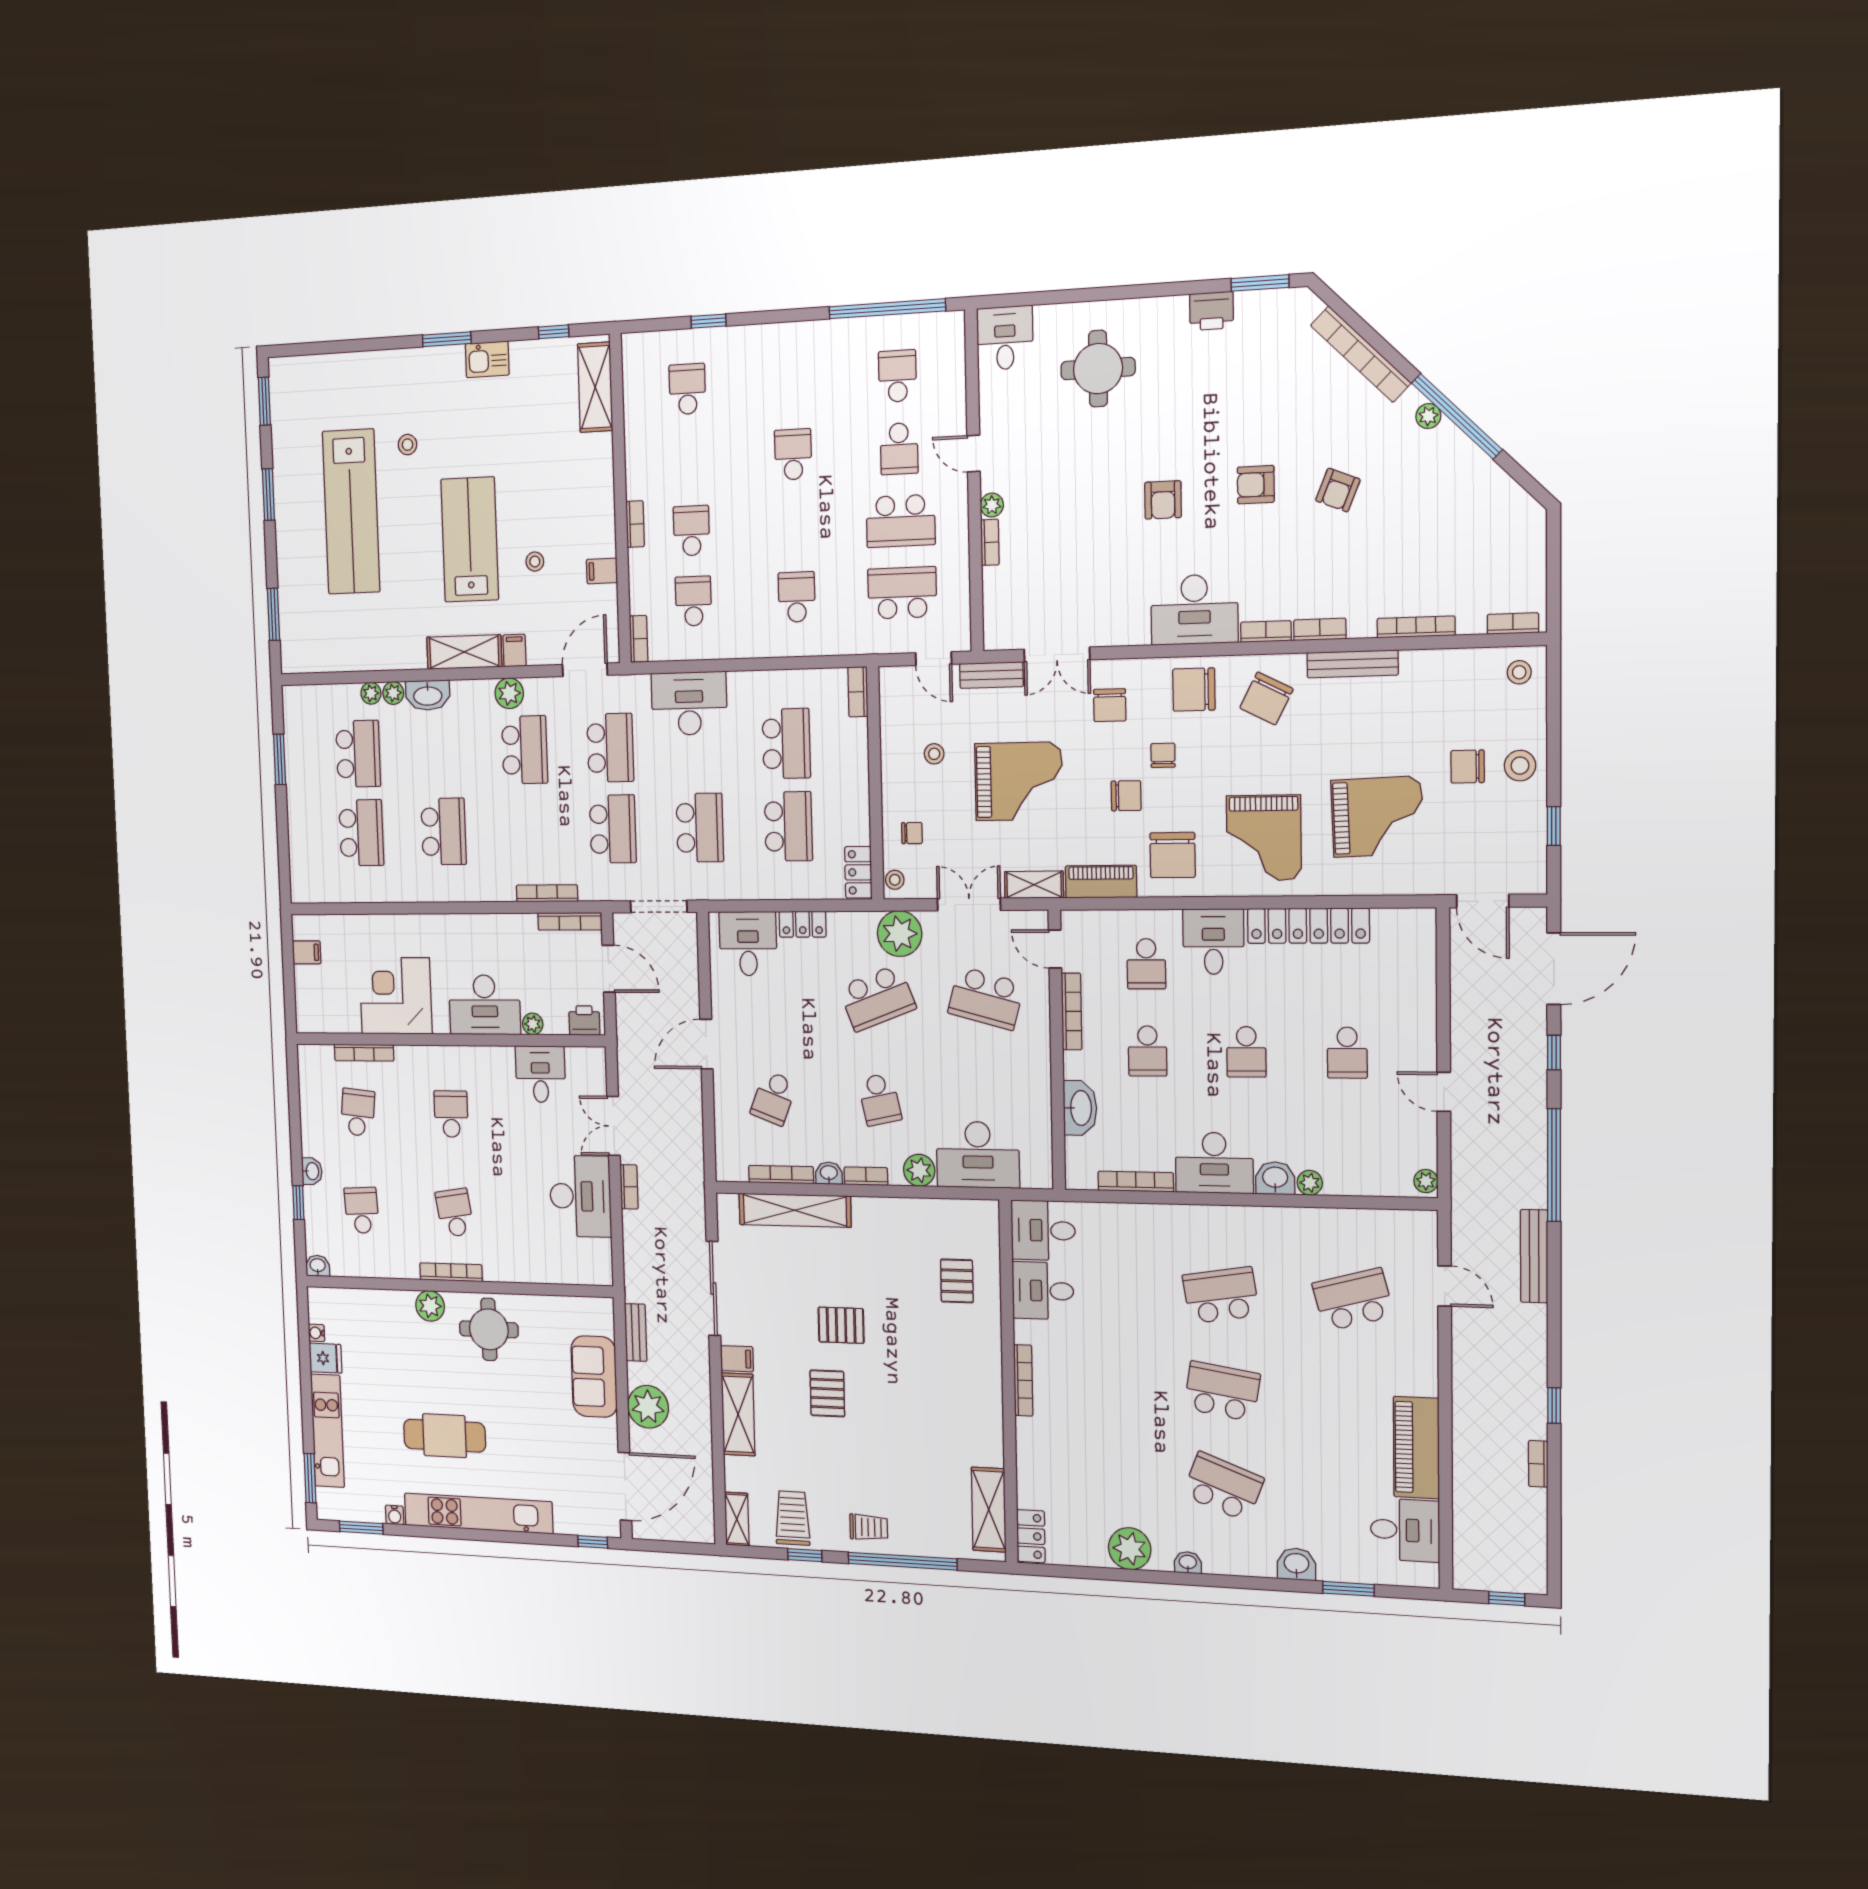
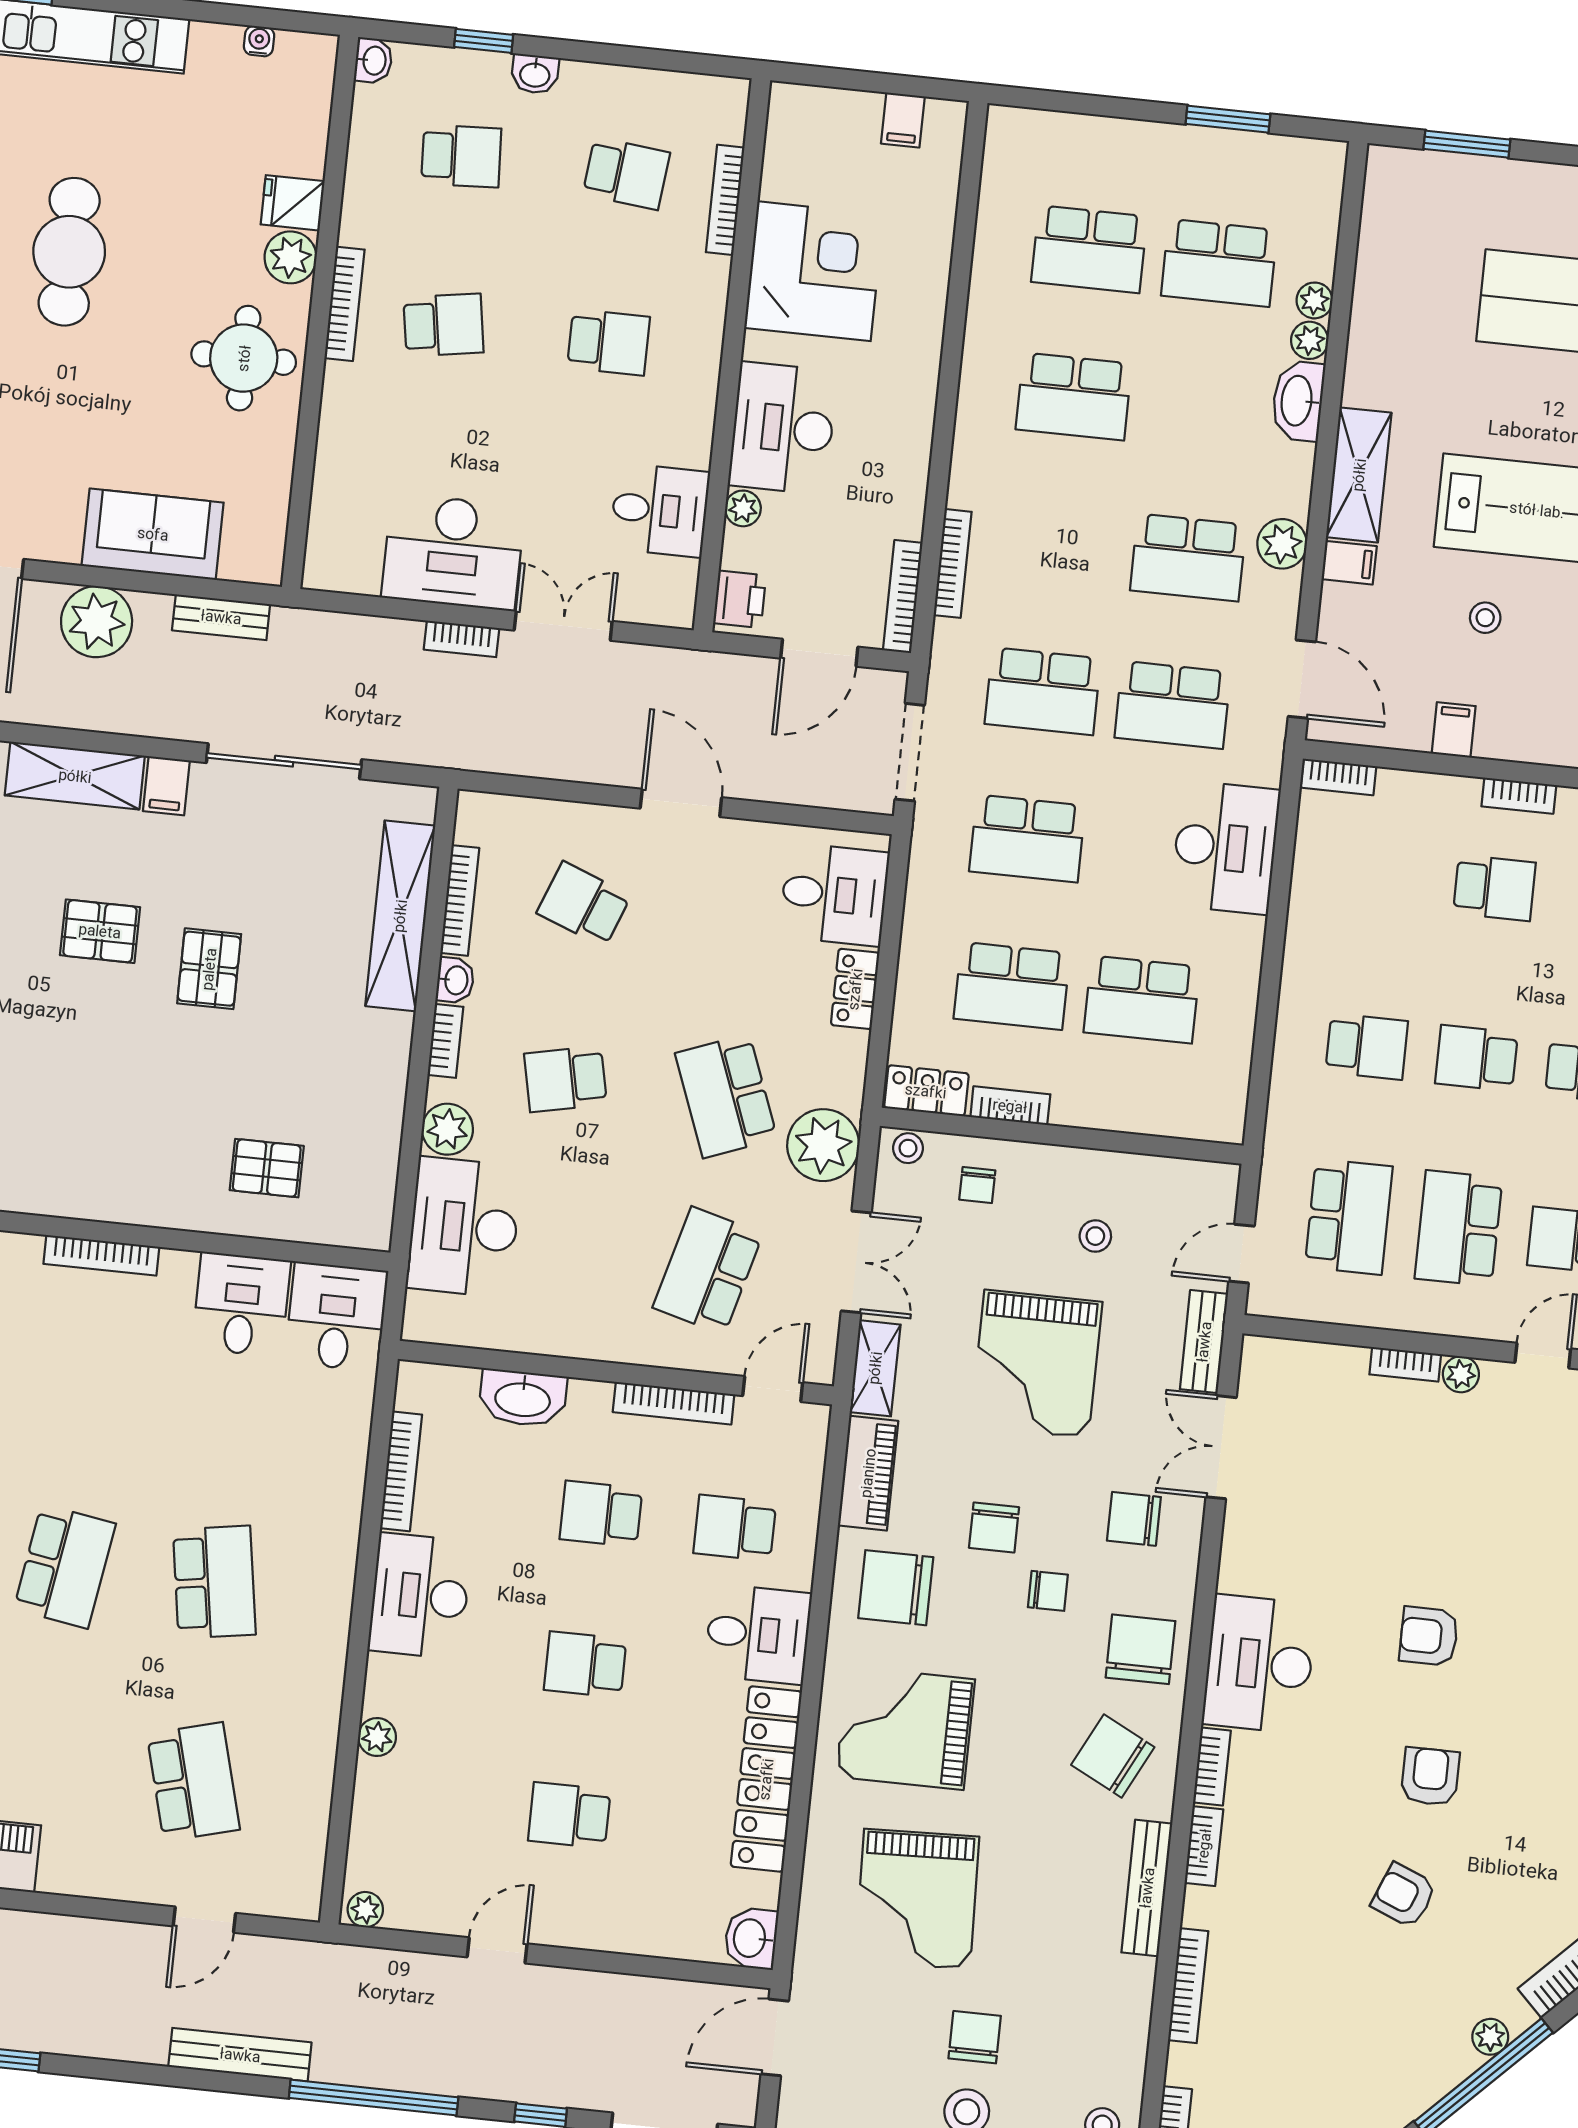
school desk: (693, 601) -> (1476, 1058), moved, turned 180
bookcase: (858, 692) -> (1010, 1106), moved
washbasin: (1275, 1178) -> (751, 1938), moved, turned 180
fridge: (326, 1358) -> (293, 203), moved, turned 90

